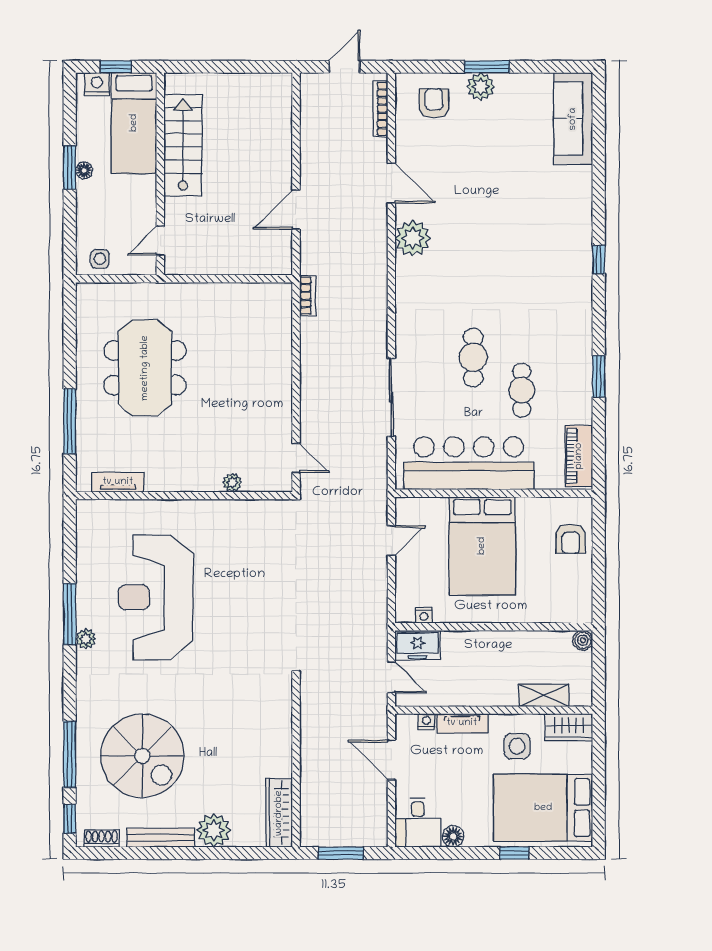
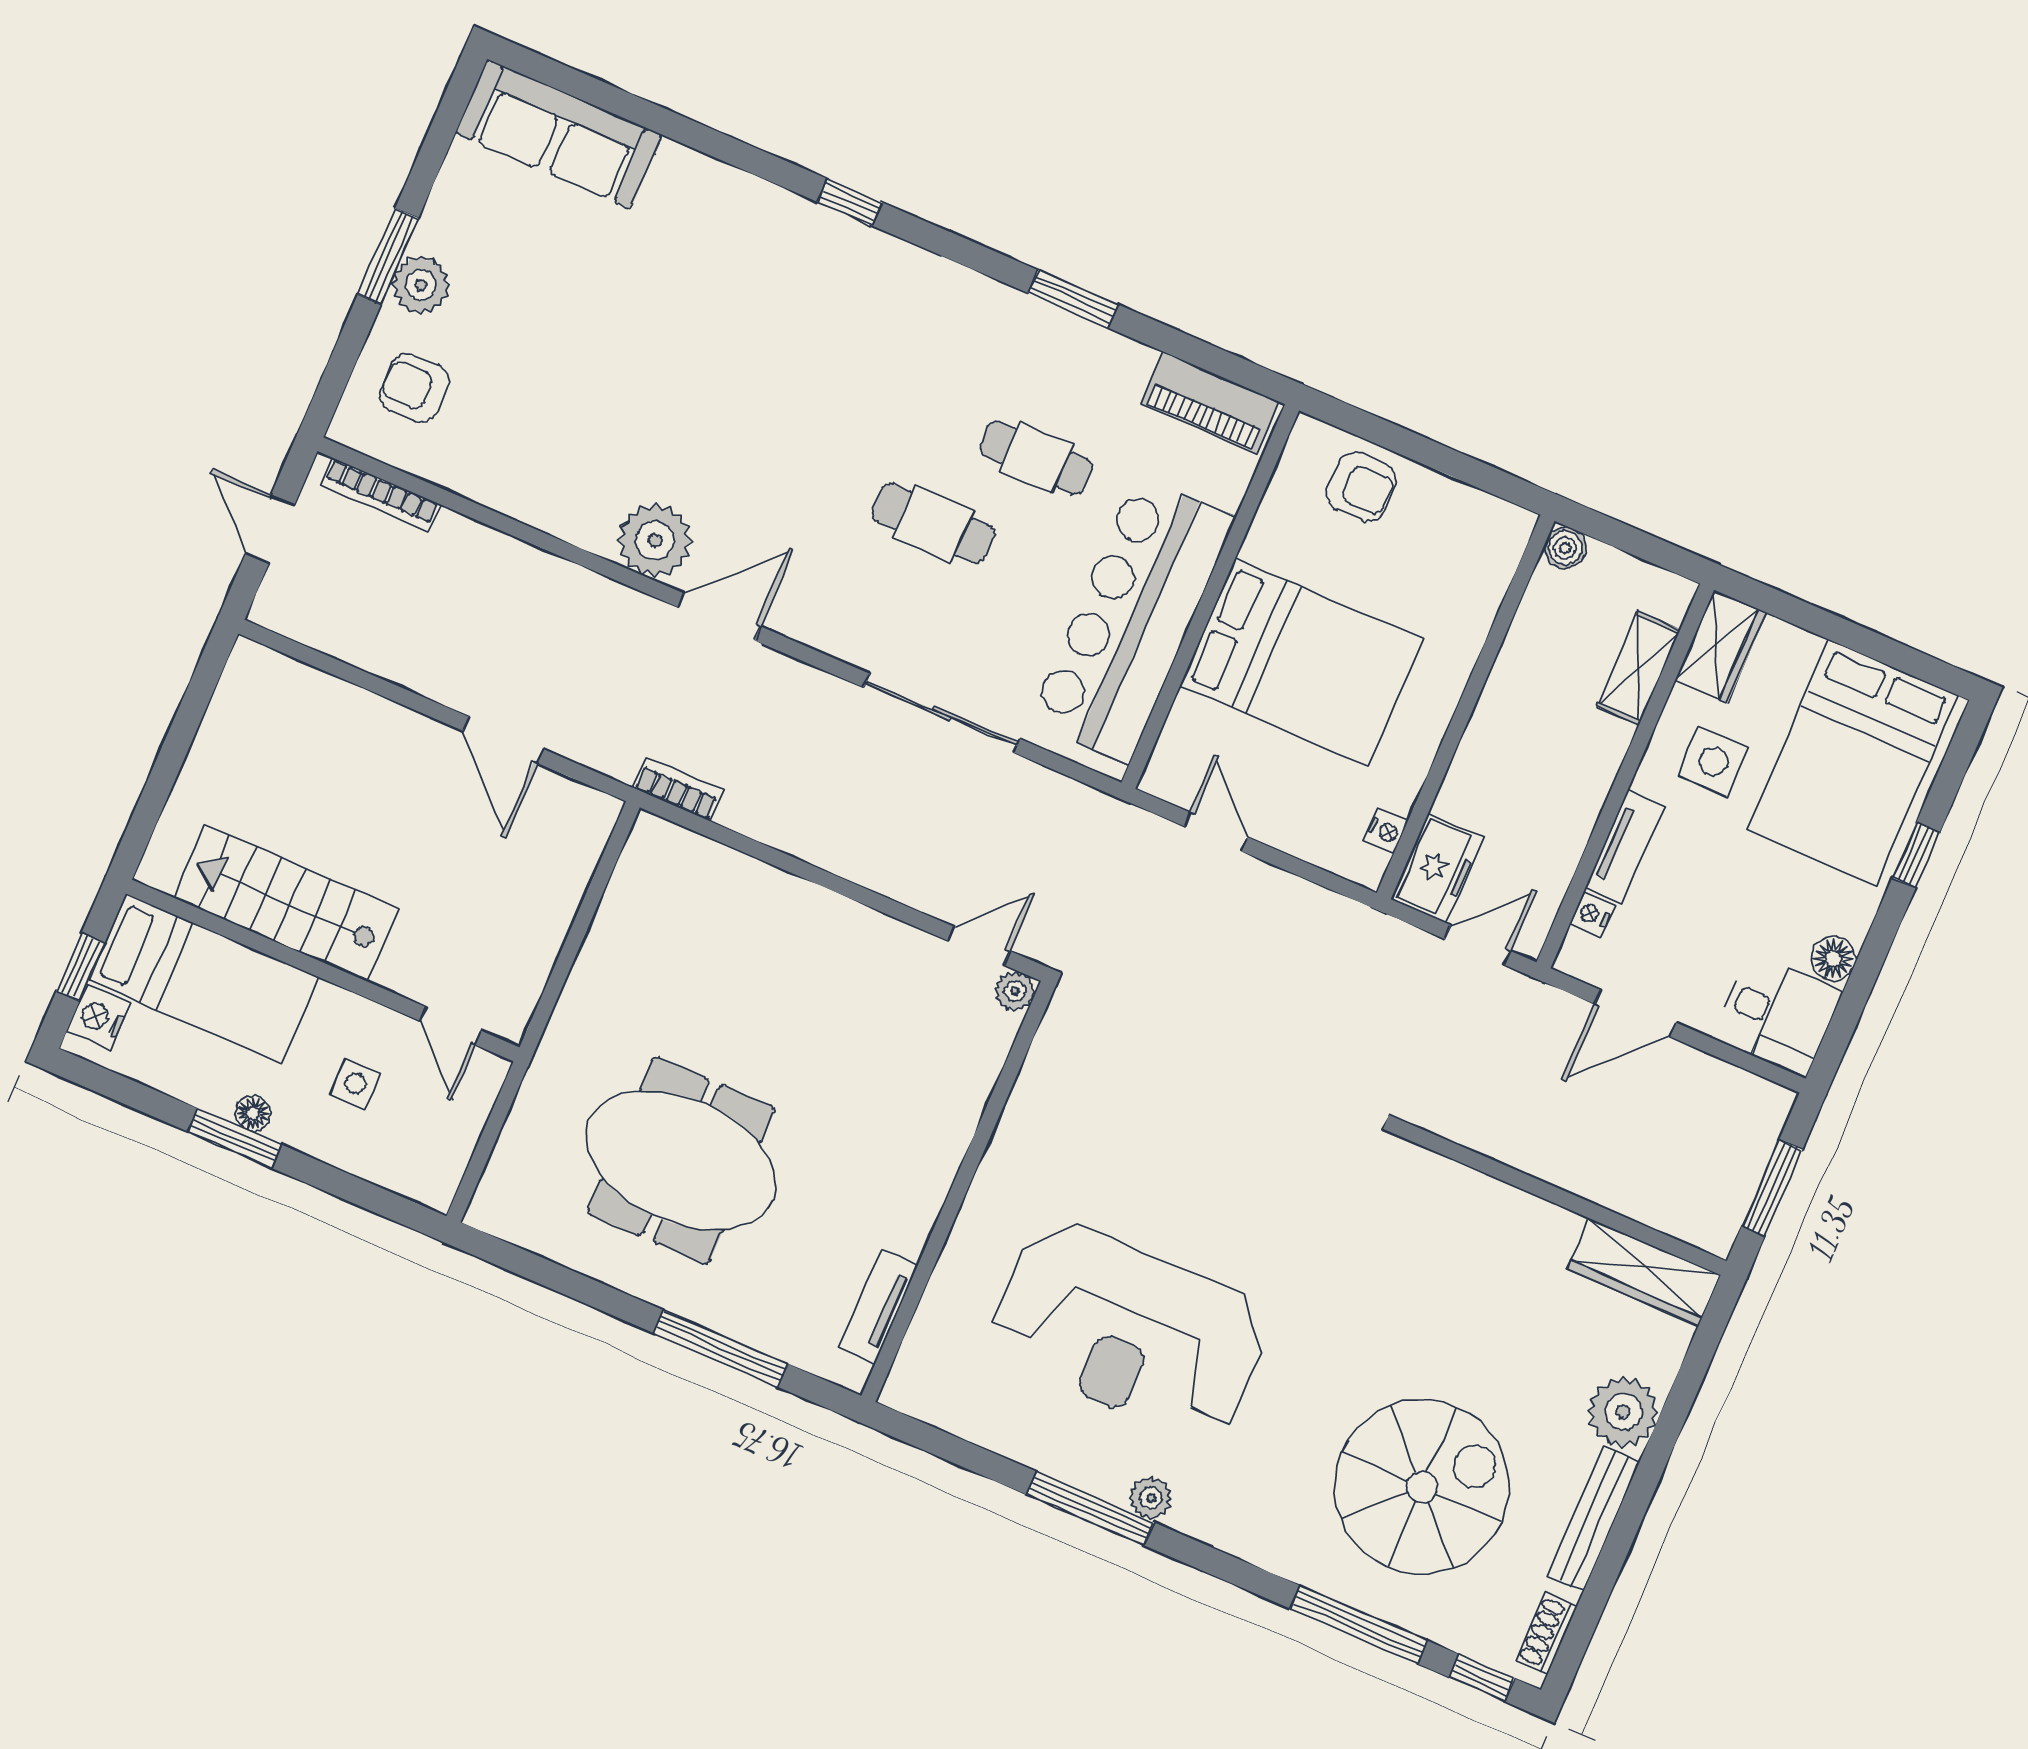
door: (391, 183) -> (719, 617), moved
side table: (100, 259) -> (355, 1084), moved
plant: (232, 483) -> (1015, 991), moved

